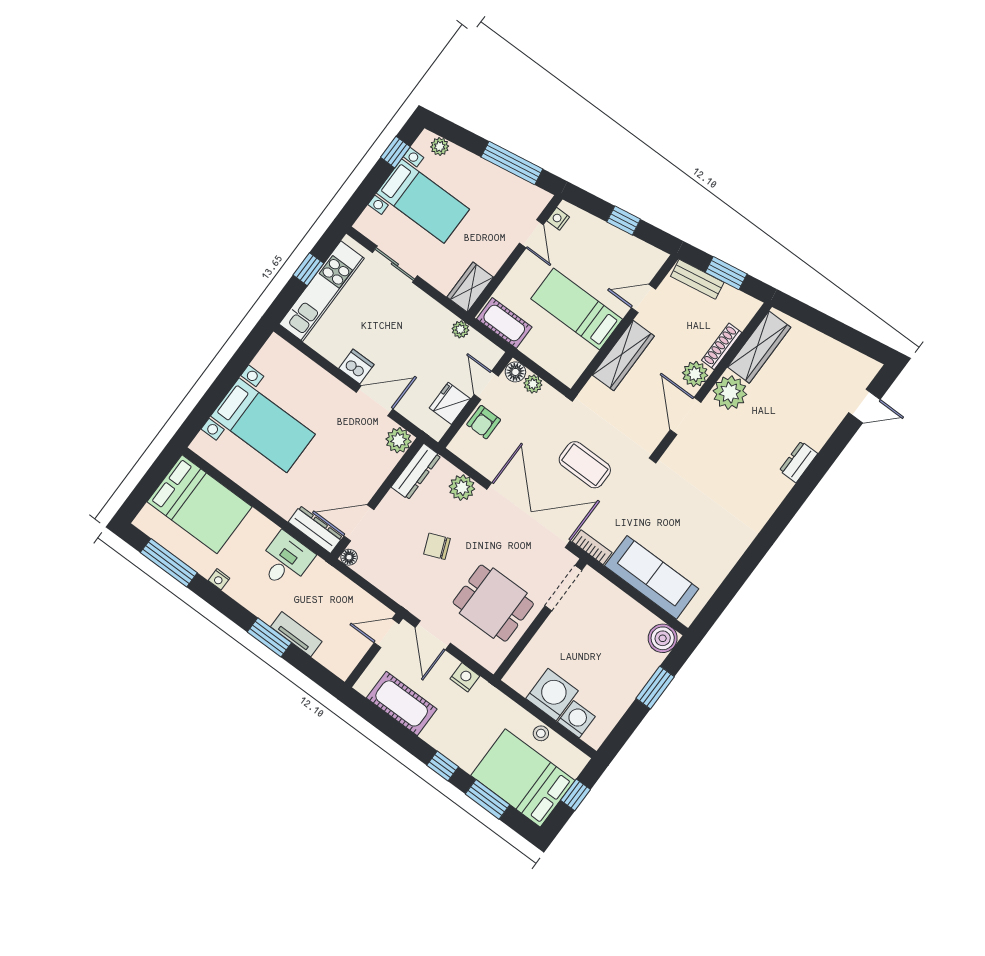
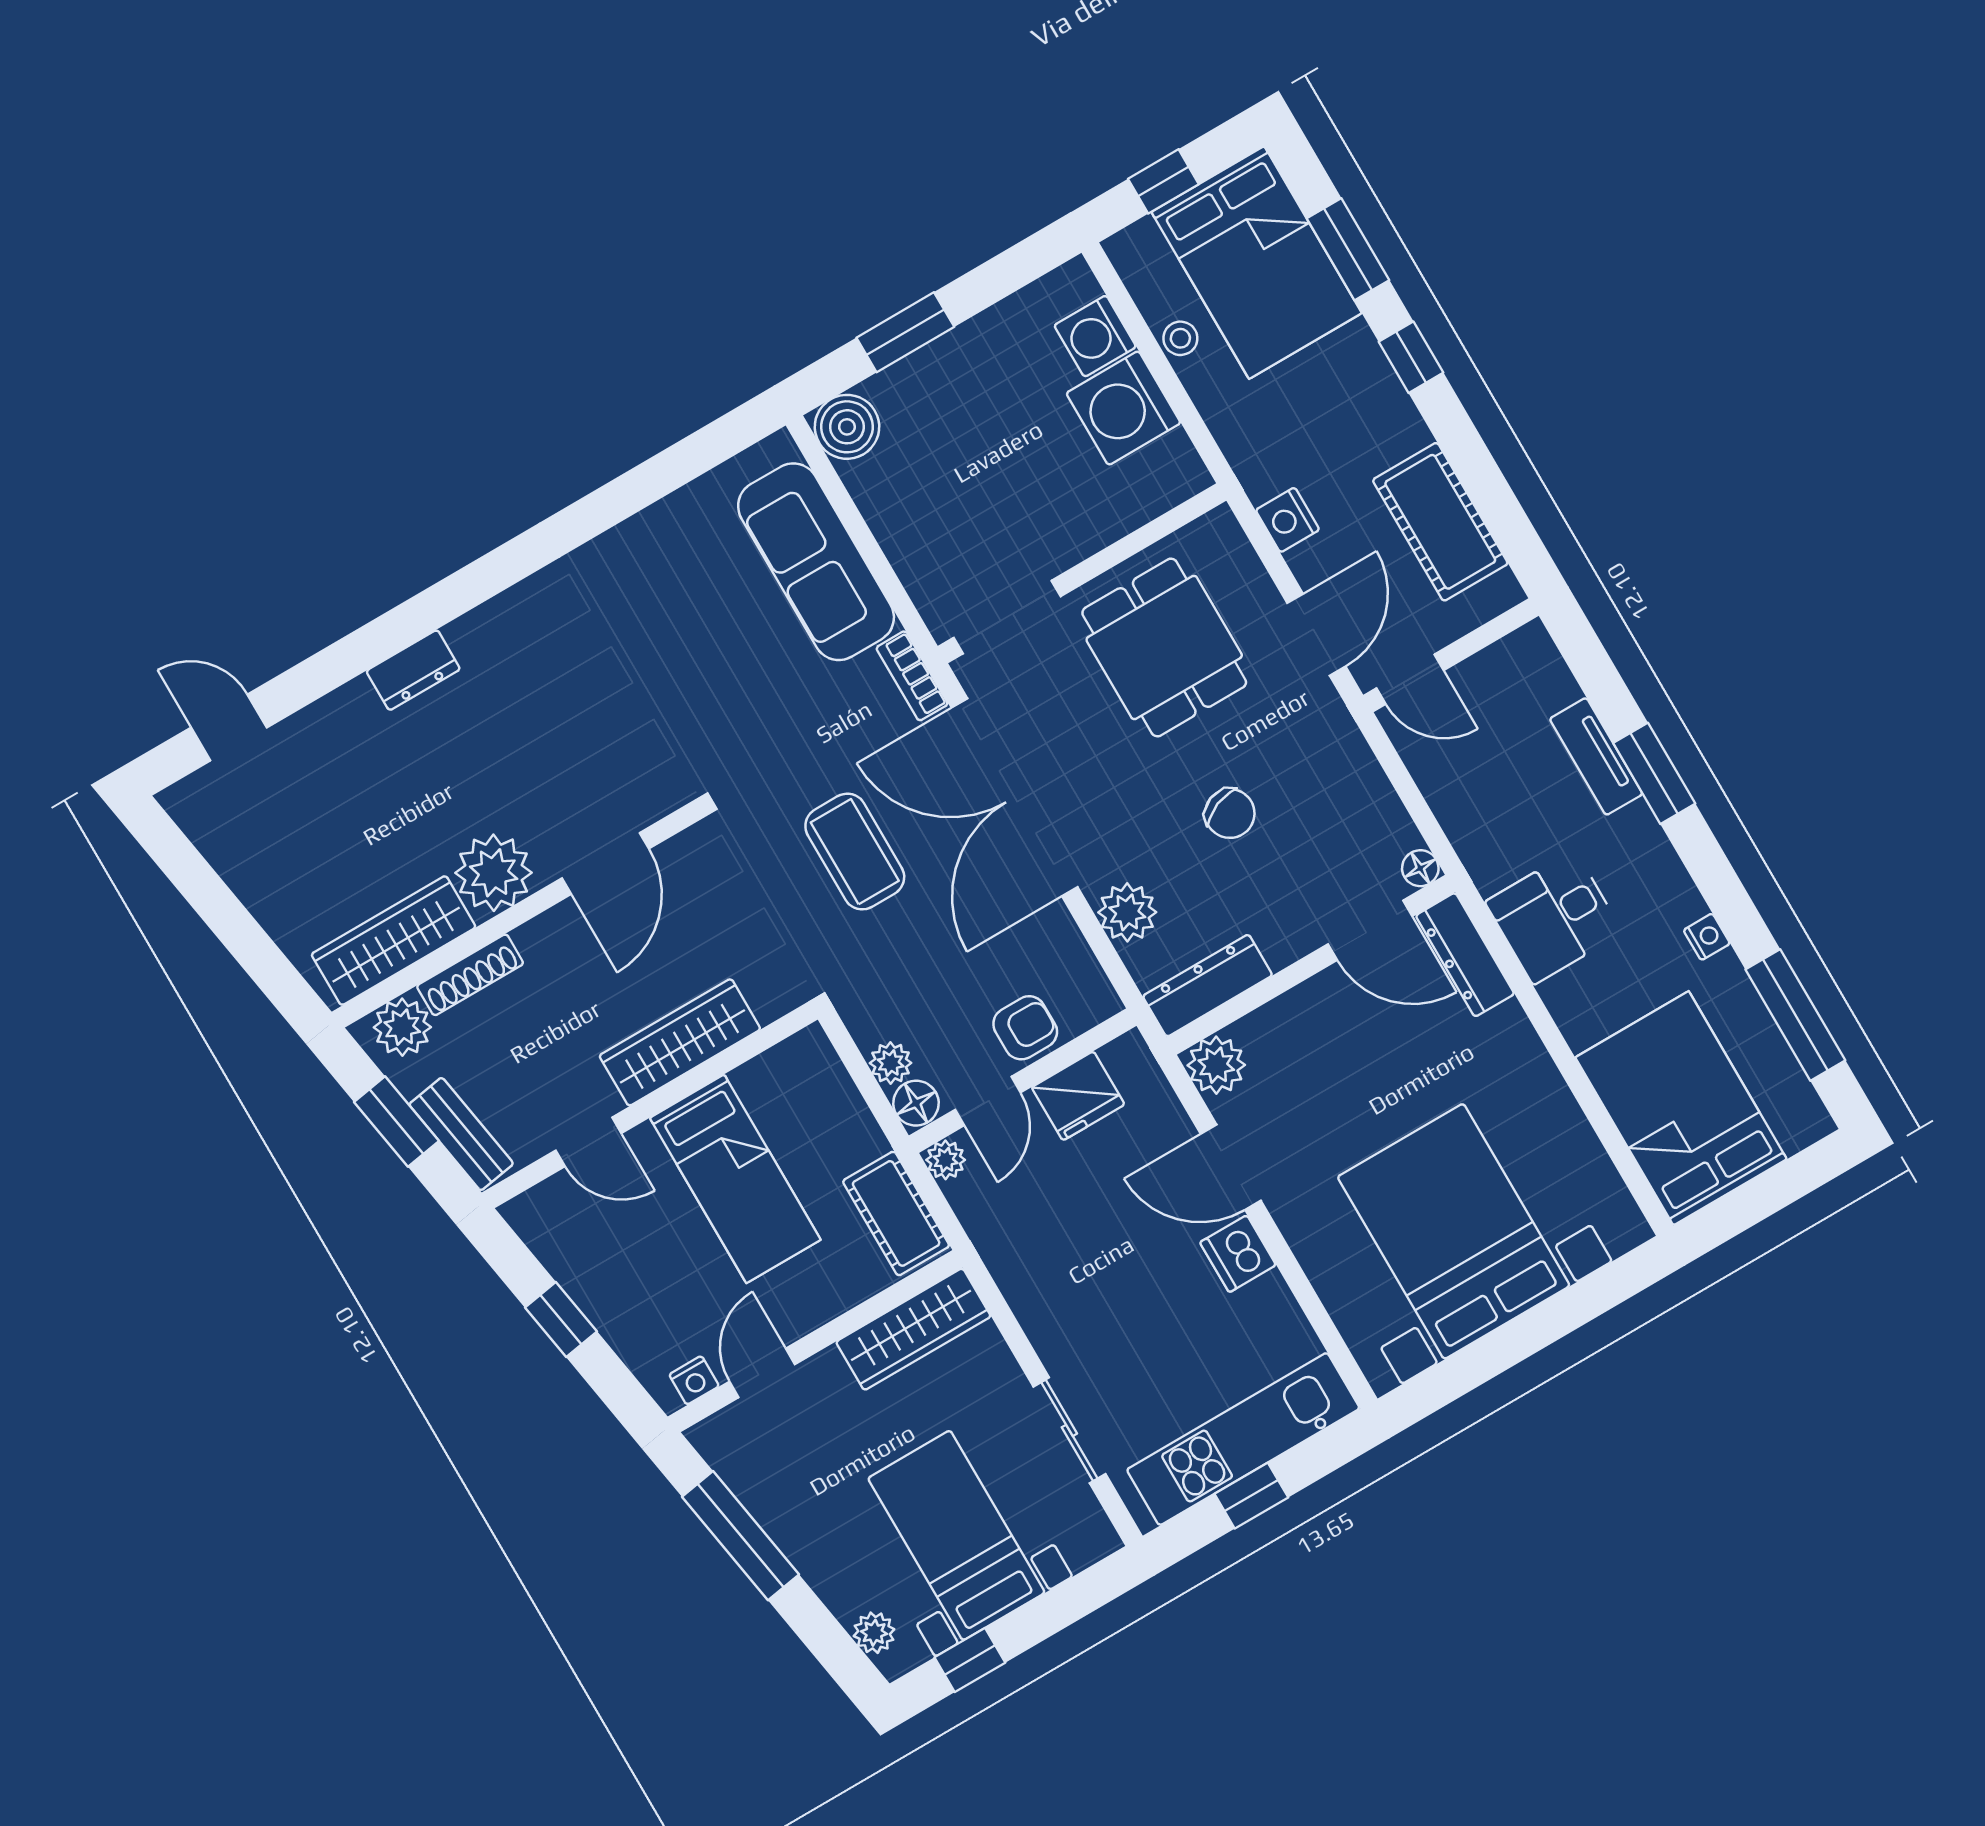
wardrobe: (470, 287) -> (913, 1329), width x1.50
plant: (460, 329) -> (946, 1160), moved
plant: (695, 374) -> (402, 1027), moved
bed with nightstands: (263, 425) -> (1454, 1231), width x1.36

